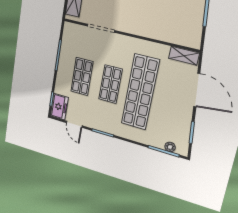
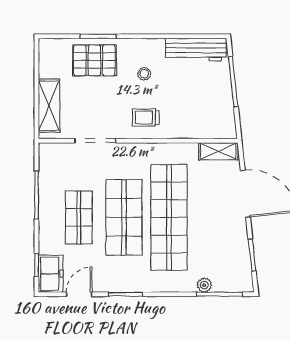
trolley: (138, 20) -> (146, 118), added
shop shelf: (110, 84) -> (124, 217), width x1.43, depth x1.36
door: (74, 124) -> (79, 294), swing flipped
plant: (170, 147) -> (204, 285), moved

